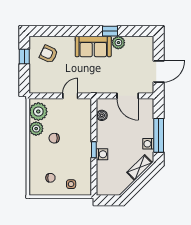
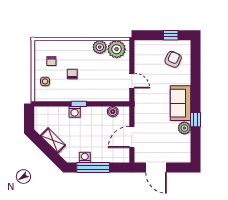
chair: (54, 138) -> (72, 74), moved
shelving: (140, 168) -> (53, 140), moved

